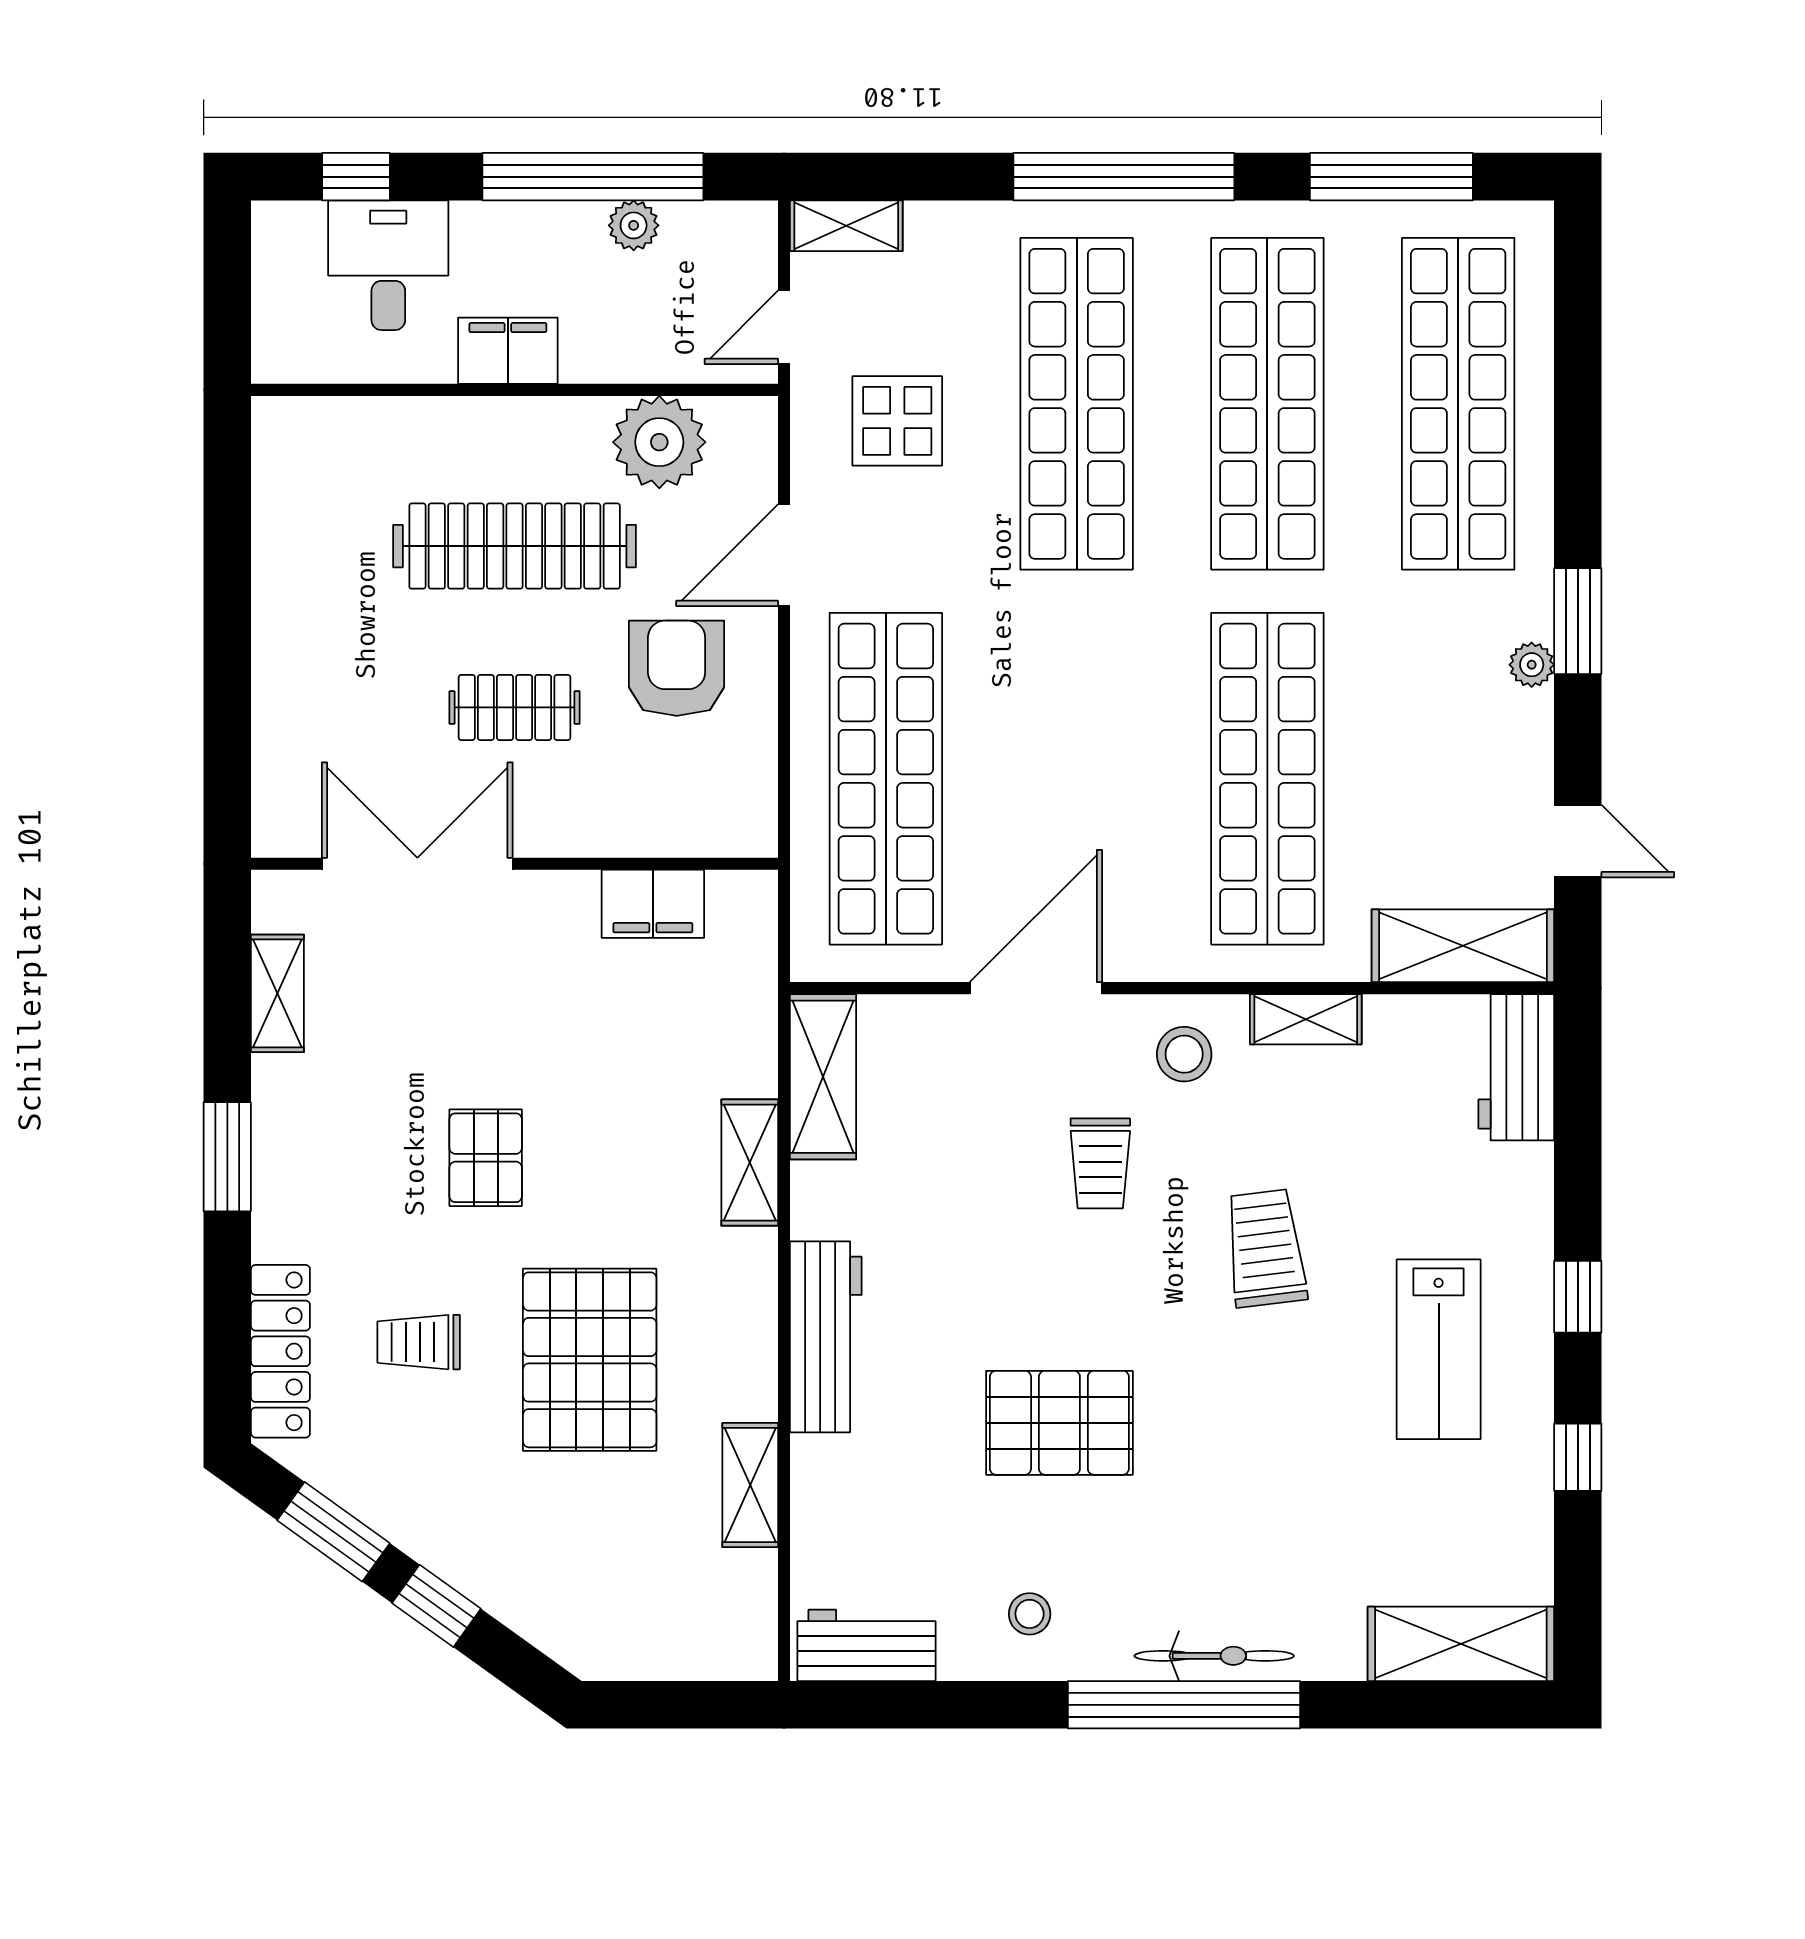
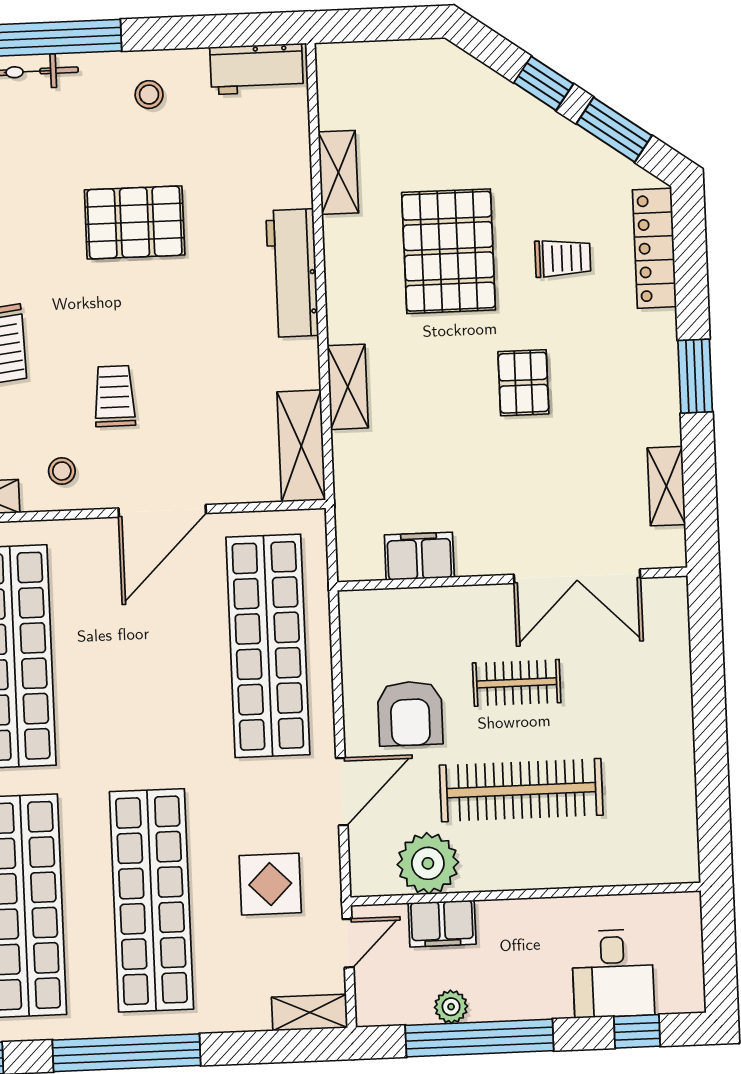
filing cabinet: (508, 351) -> (442, 924), moved
stool: (1184, 1054) -> (62, 471), width x0.73, depth x0.73

